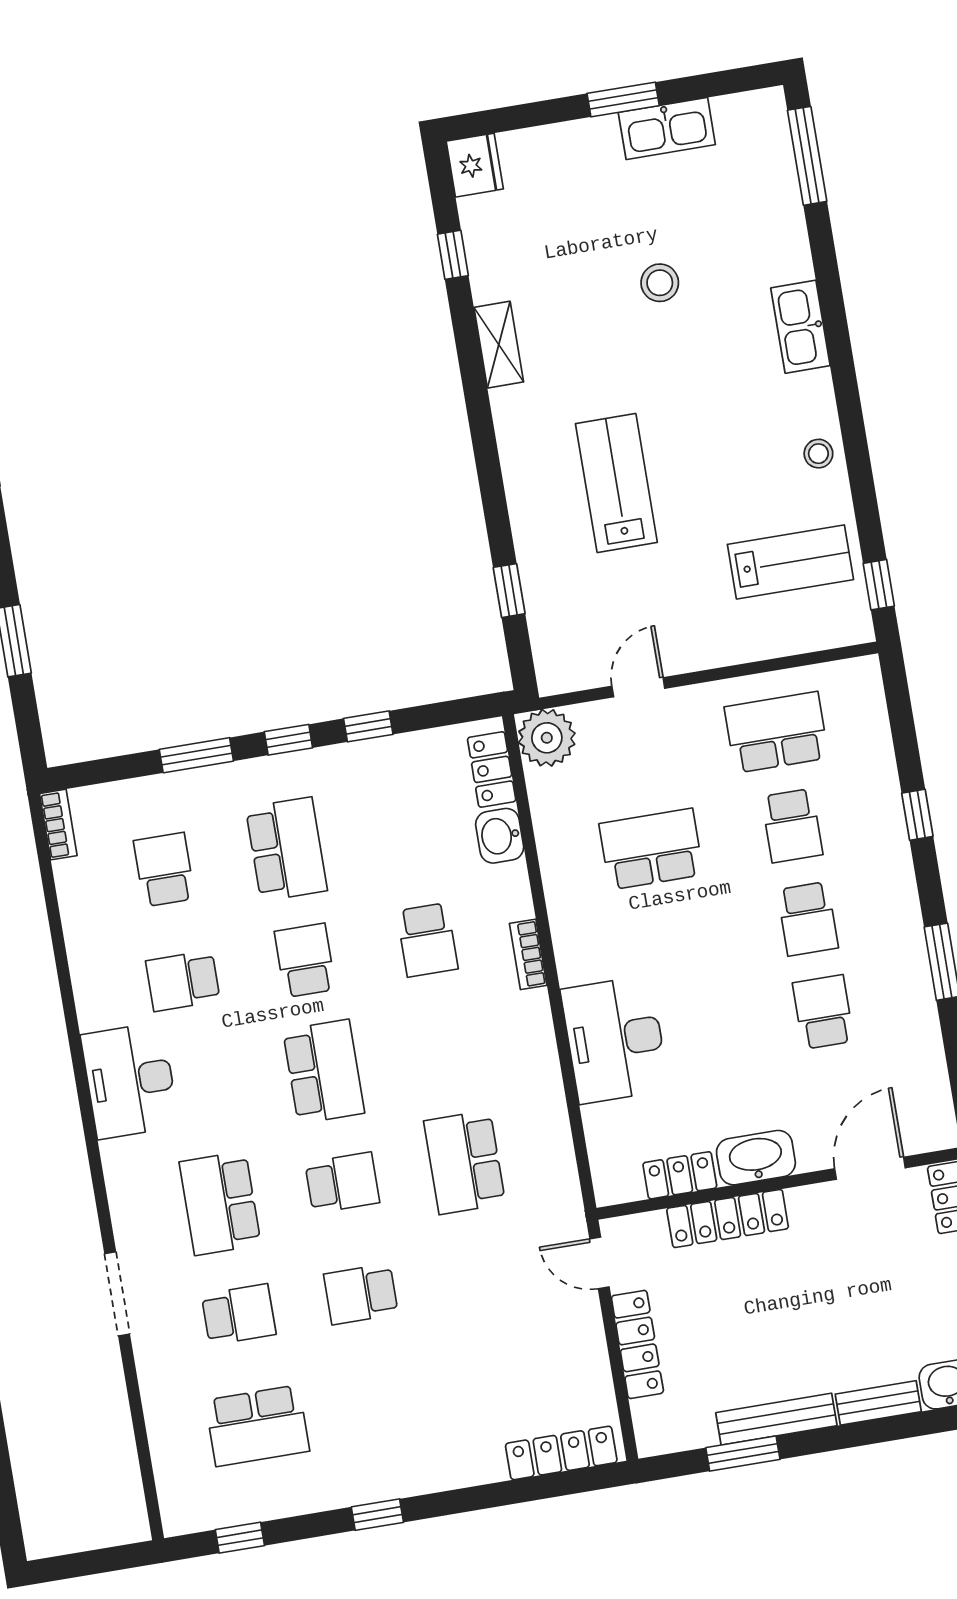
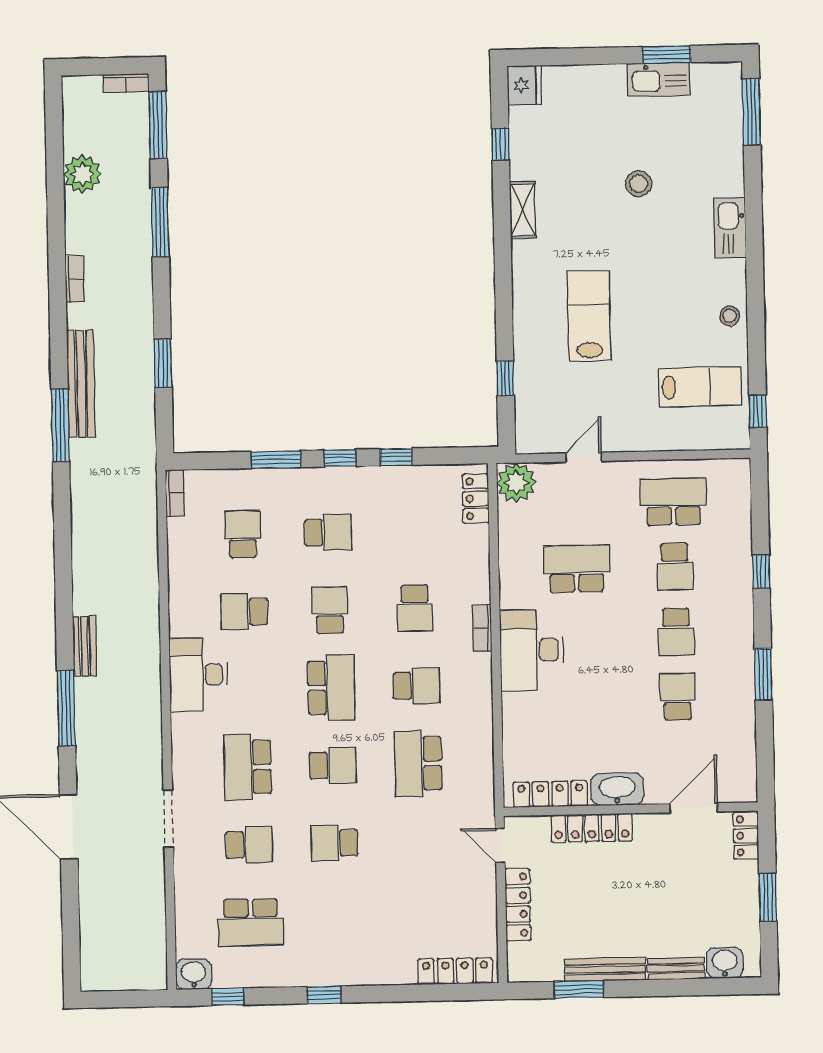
window: (623, 100) -> (667, 55), moved
washbasin: (500, 836) -> (194, 974), moved, turned 90
school desk: (286, 849) -> (328, 532), width x0.54
desk: (615, 1040) -> (532, 650), moved
school desk: (446, 1051) -> (416, 686), added
locker: (680, 1175) -> (550, 794), width x1.53

